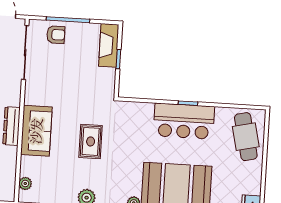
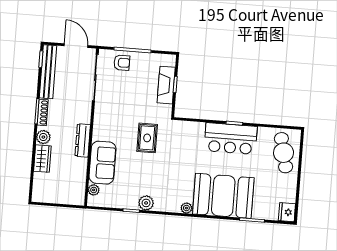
fireplace: (109, 45) -> (166, 85), moved
sofa: (36, 131) -> (103, 163), moved
rug: (91, 141) -> (147, 138), moved

